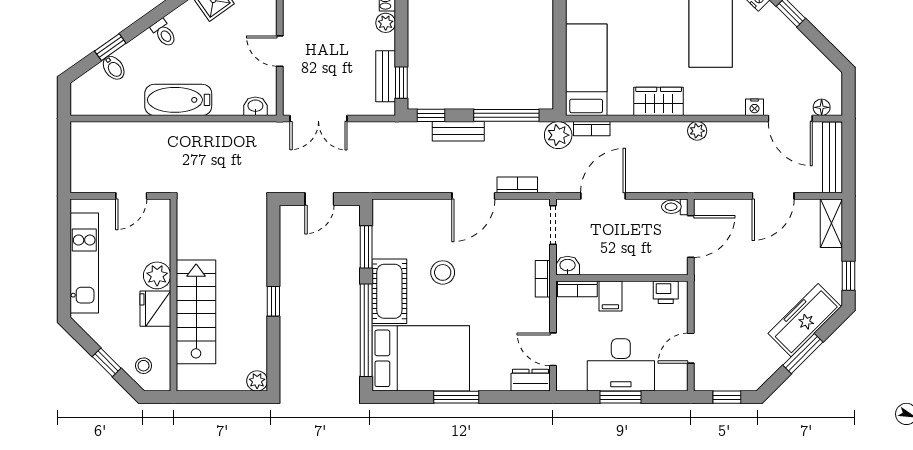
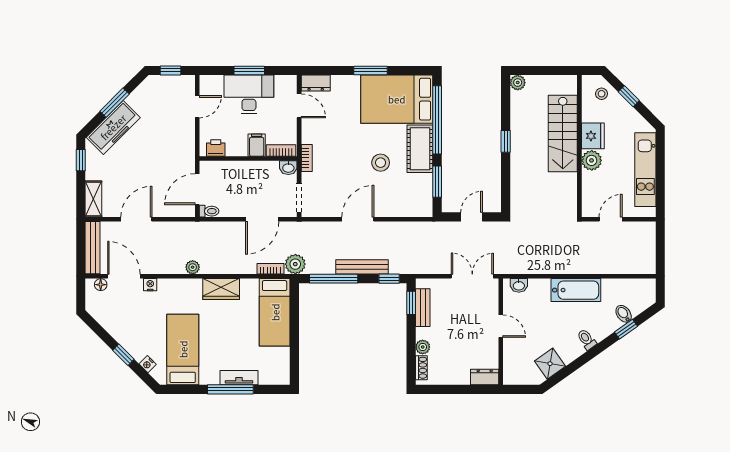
bench: (458, 131) -> (362, 267), width x1.36
bookcase: (517, 185) -> (325, 227), removed

